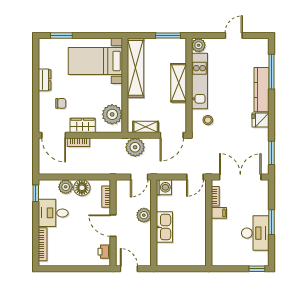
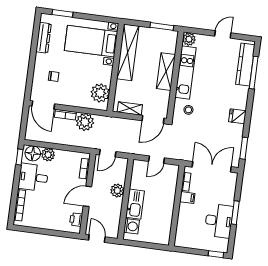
dresser: (45, 80) -> (44, 38), moved, width x1.44
kitchen counter: (262, 90) -> (245, 64), moved
wardrobe: (83, 125) -> (71, 99), removed
plant: (135, 147) -> (85, 122), moved
door: (139, 177) -> (108, 153), moved
door: (195, 177) -> (156, 160), moved
washing machine: (164, 187) -> (132, 226), moved
floor lamp: (82, 188) -> (33, 153), moved
door: (113, 226) -> (87, 196), hinge flipped

